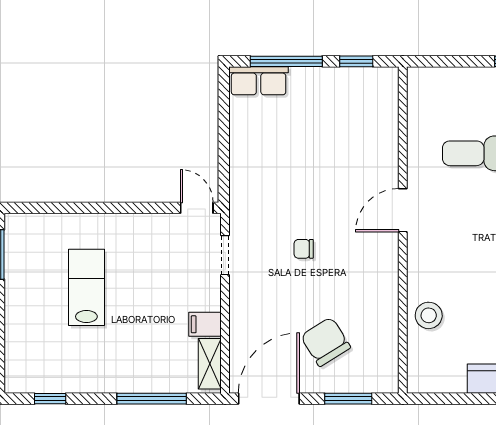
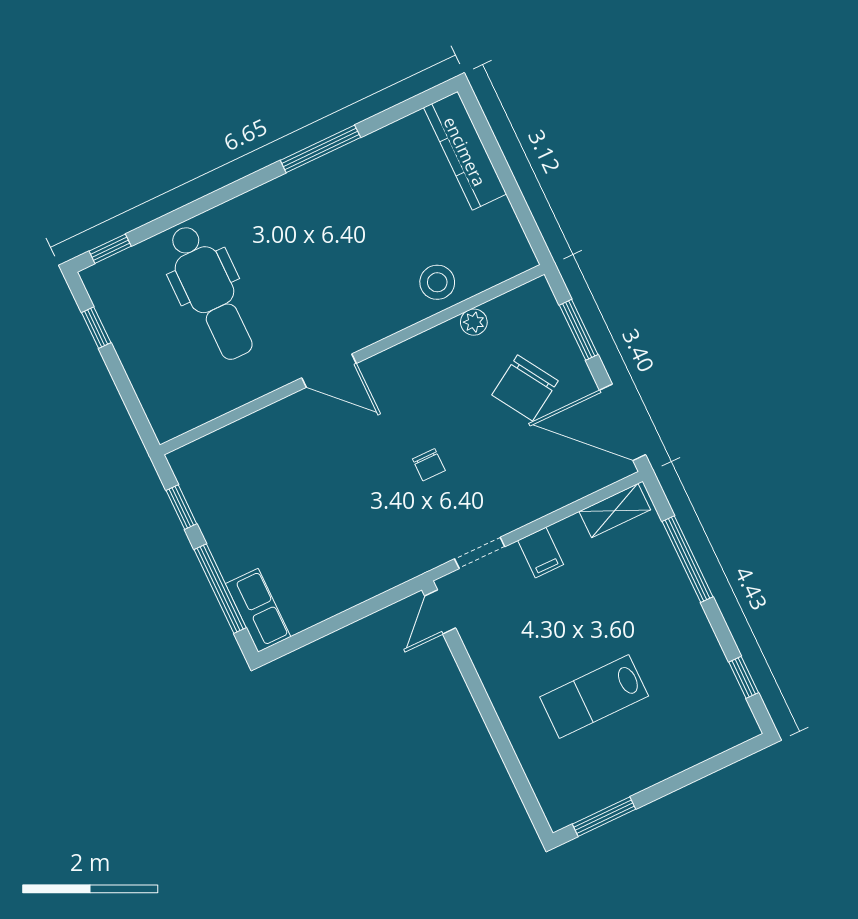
filing cabinet: (205, 324) -> (541, 553), moved
plant: (389, 328) -> (474, 322), added

